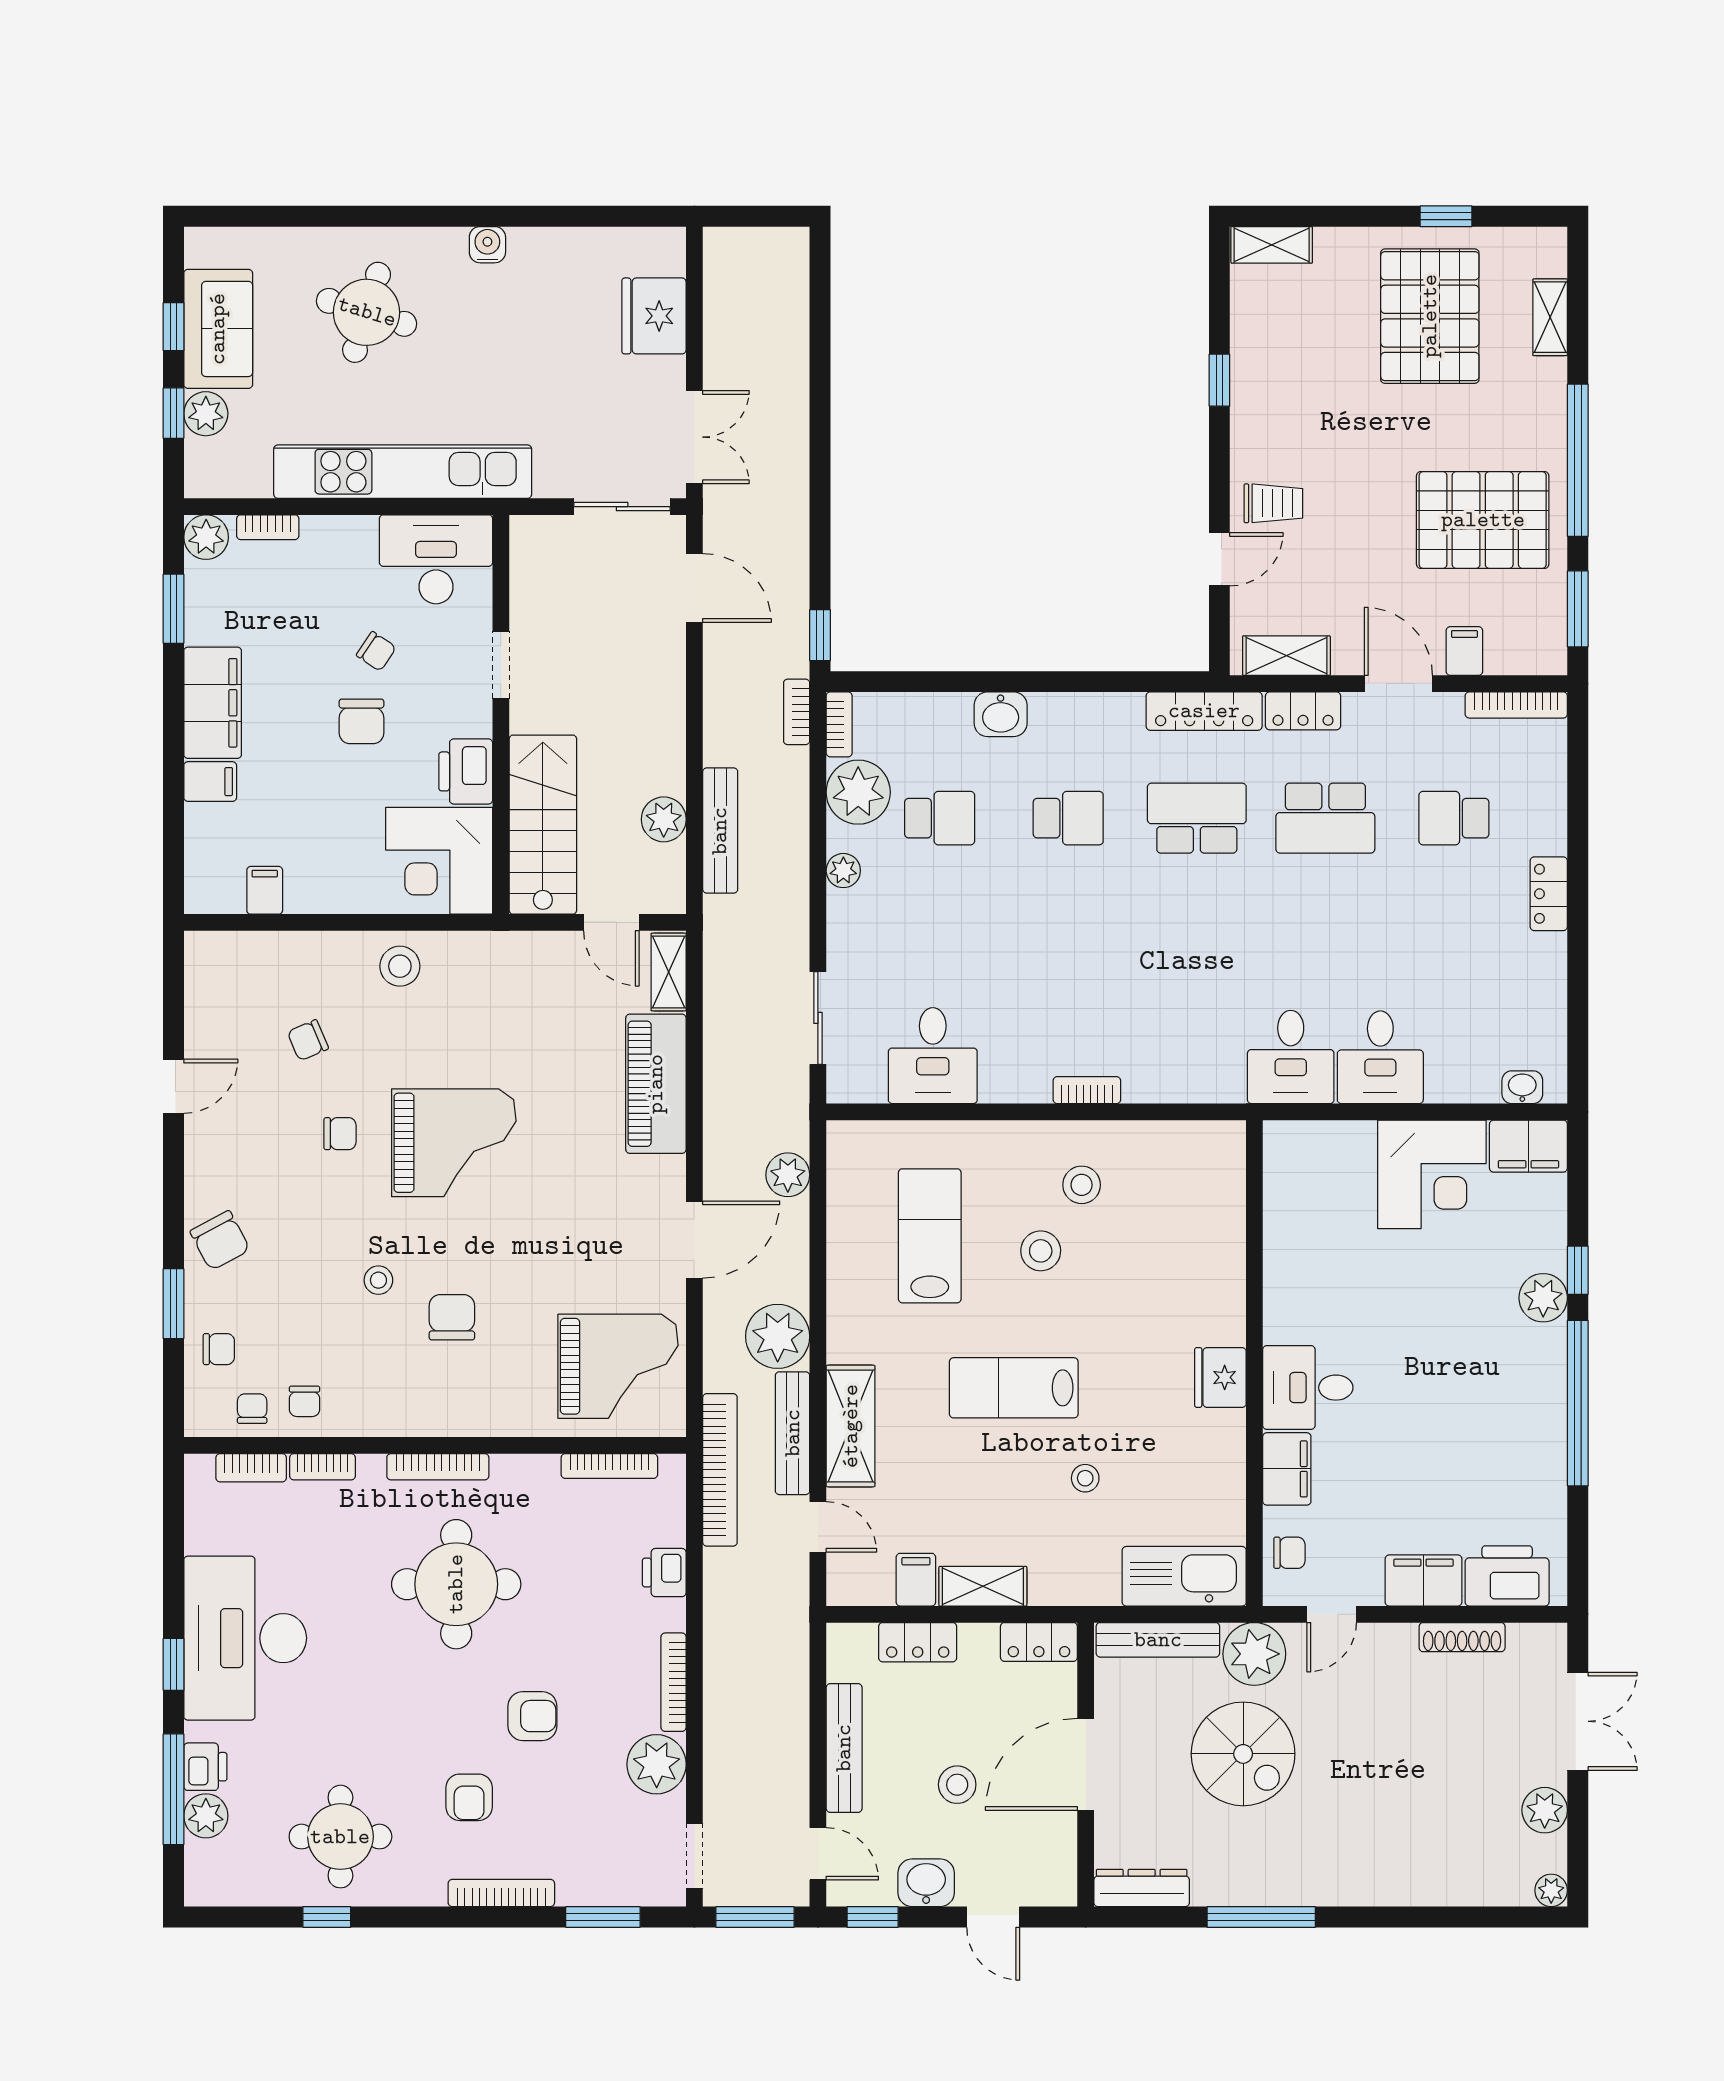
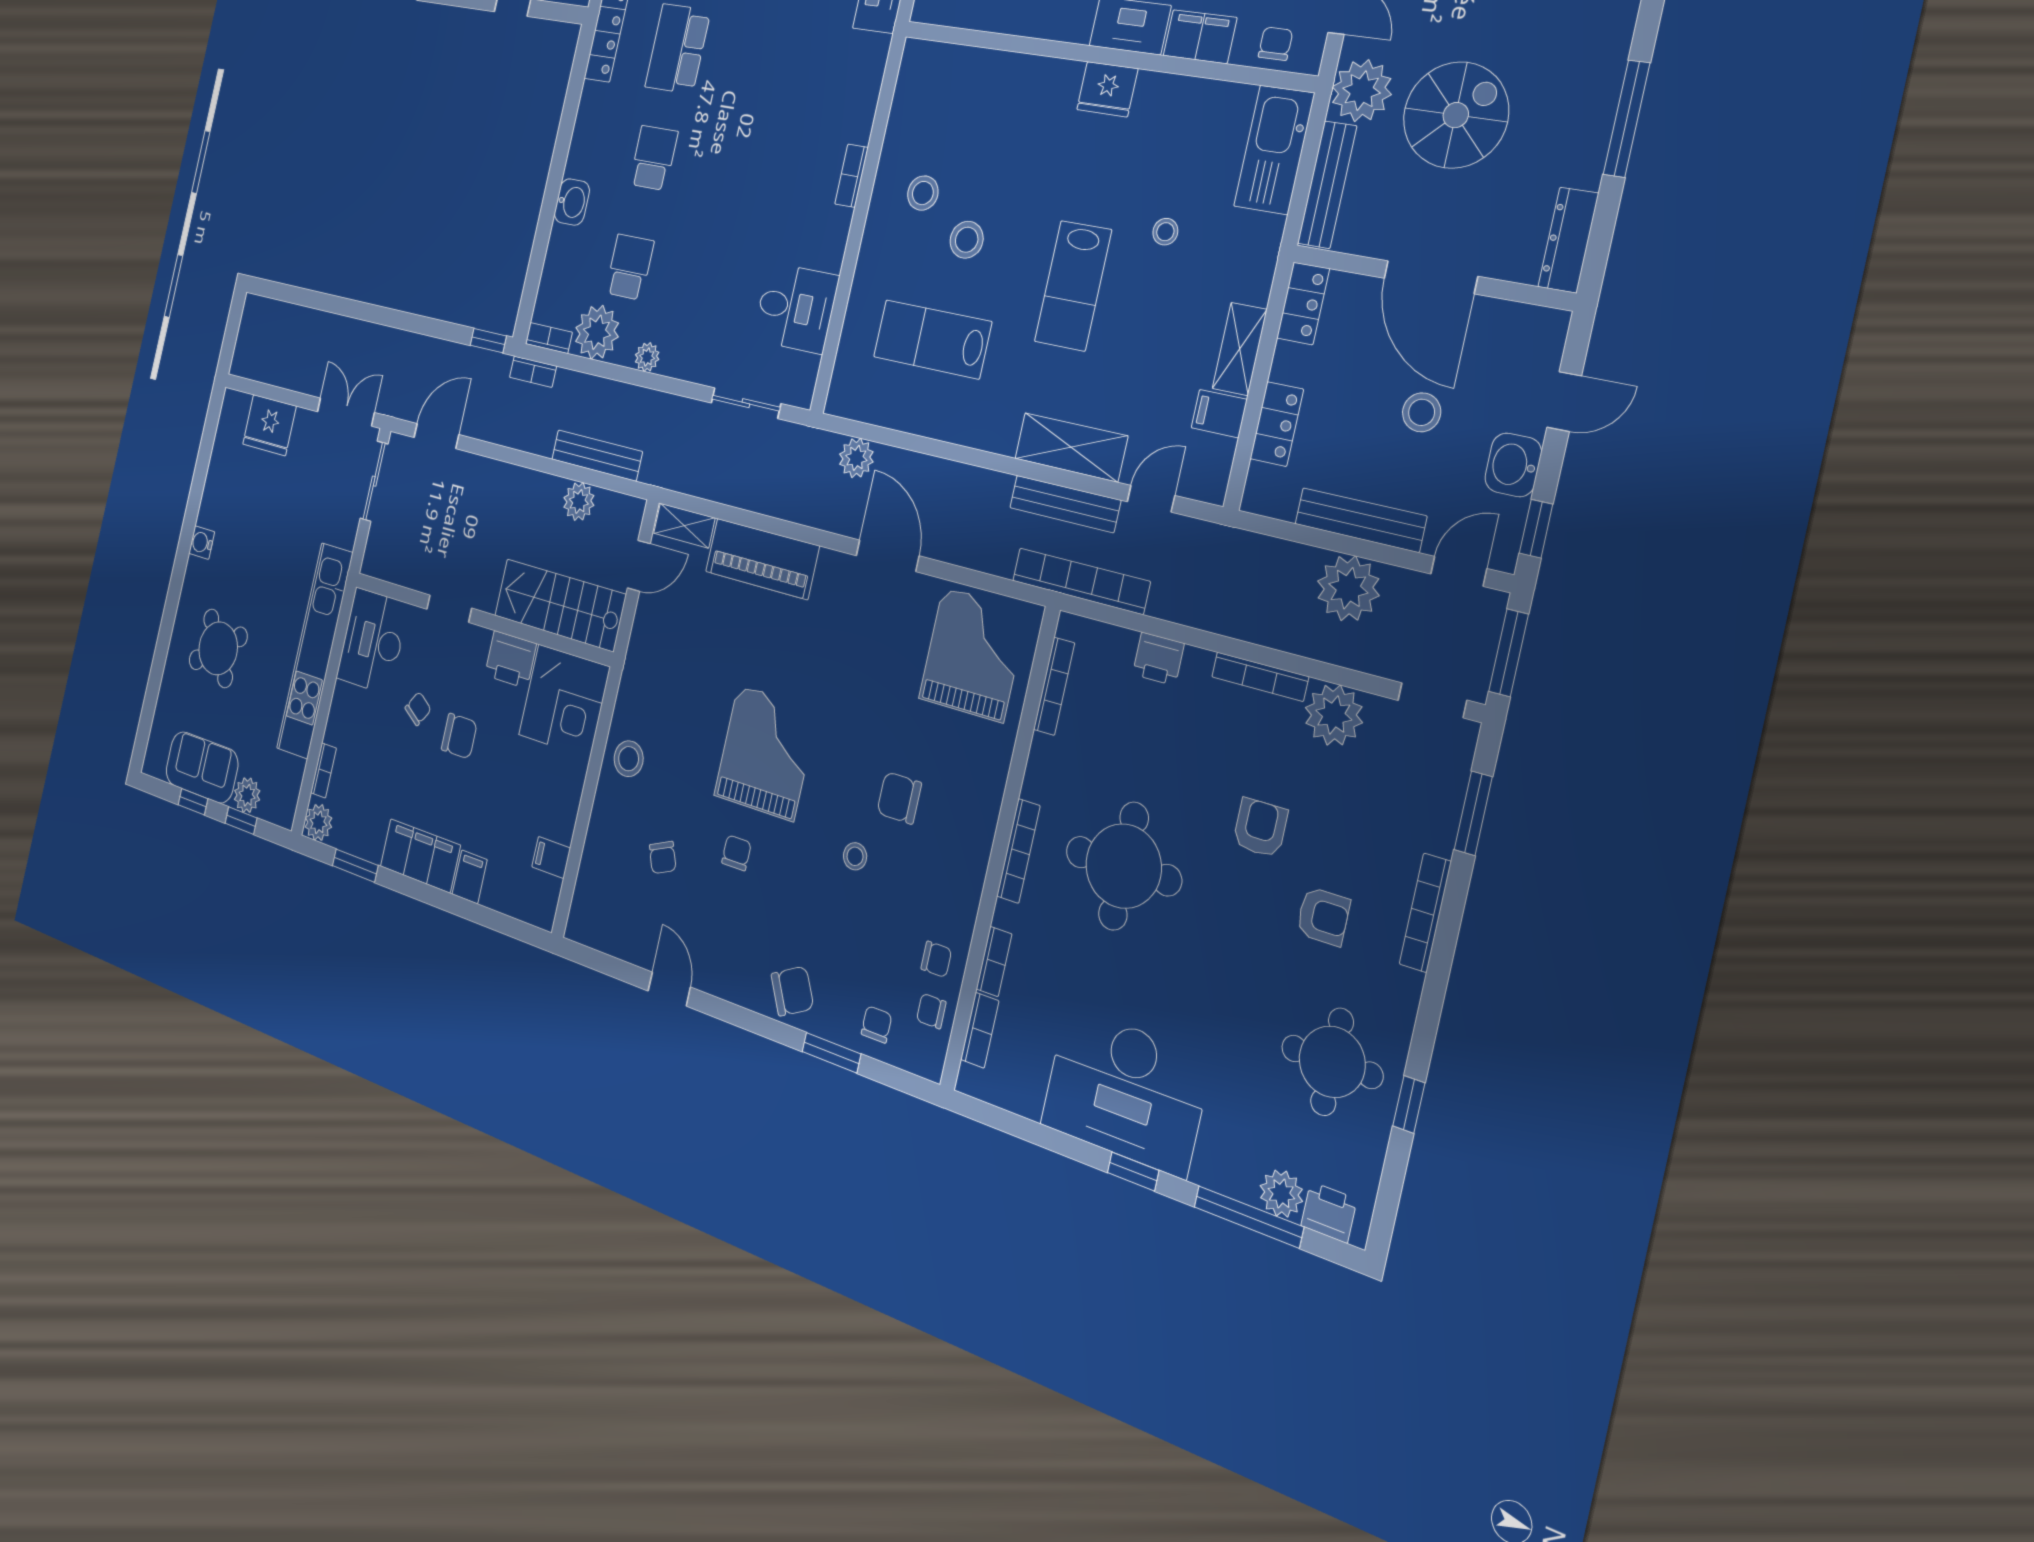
round table: (367, 312) -> (218, 648), turned 38
plant: (778, 1336) -> (1348, 588), moved
printer: (205, 1767) -> (1329, 1212), moved

